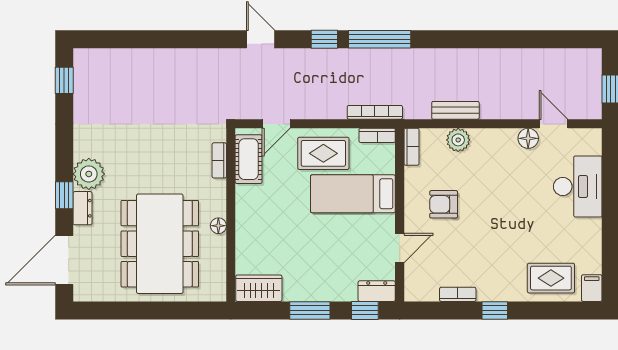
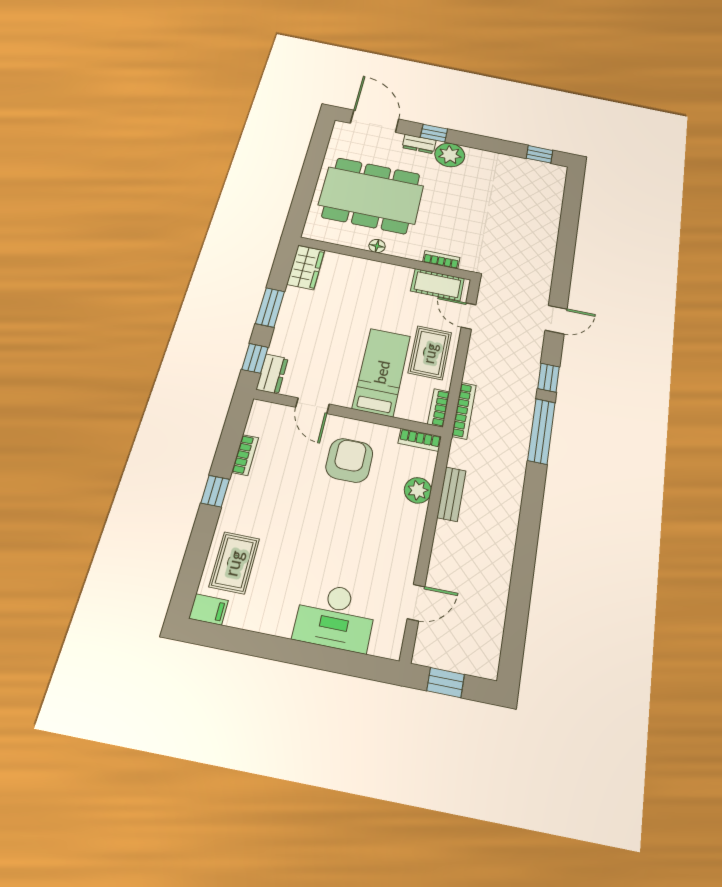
floor lamp: (528, 138) -> (405, 569), removed
armchair: (444, 204) -> (349, 460), width x1.38, depth x1.38

